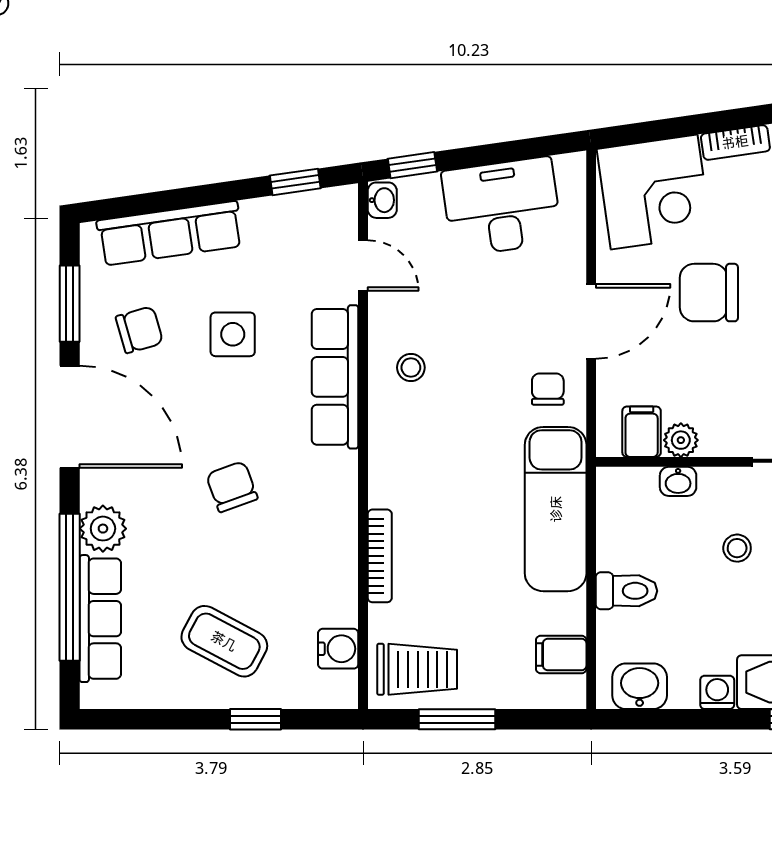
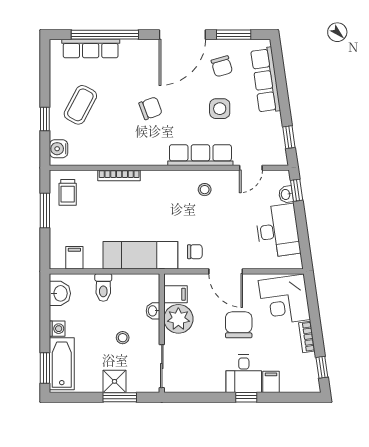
washbasin: (382, 200) -> (286, 194), moved, turned 82
plant: (681, 440) -> (178, 319), width x1.87, depth x1.87
plant: (103, 529) -> (132, 50), removed
water cooler: (338, 649) -> (59, 149), moved, turned 90
trolley: (417, 669) -> (68, 192), width x0.73, depth x0.72

